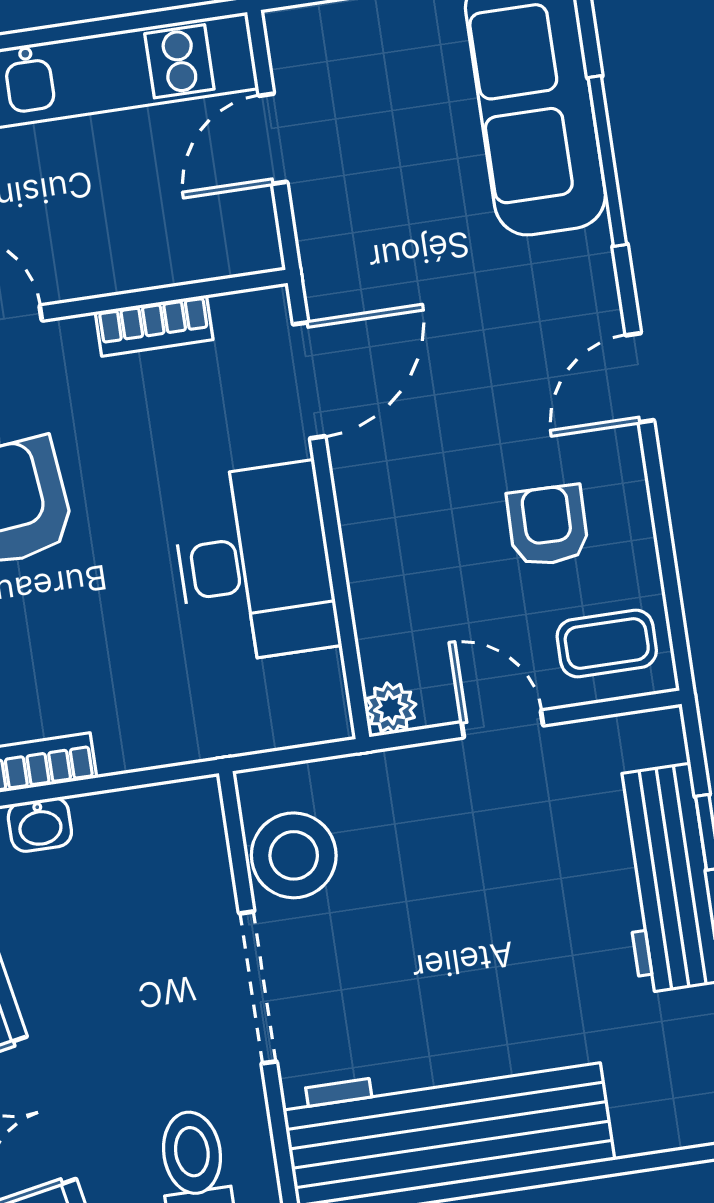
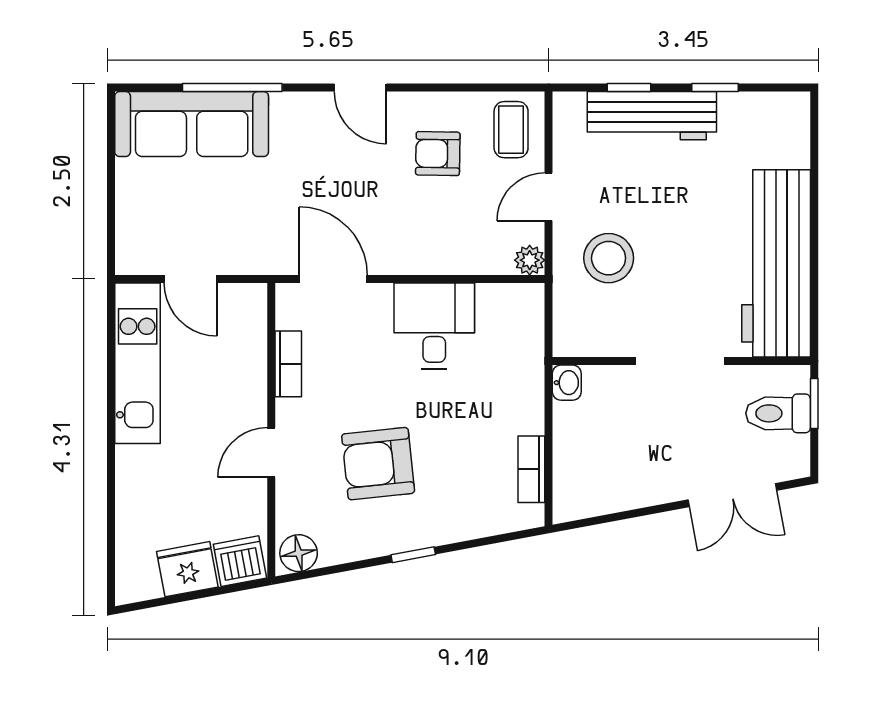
desk: (255, 563) -> (434, 326), width x0.73
washbasin: (40, 825) -> (567, 383), moved
stool: (294, 855) -> (609, 258), moved

